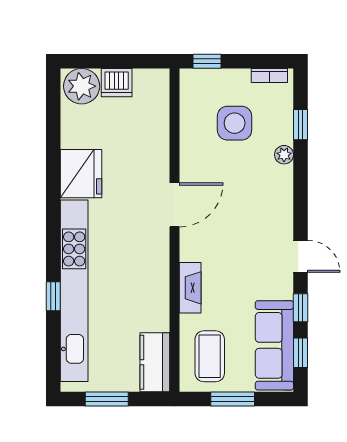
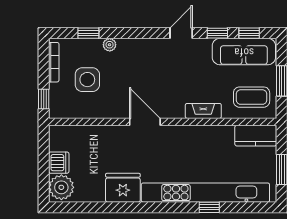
bookcase: (269, 76) -> (54, 62), width x1.56

